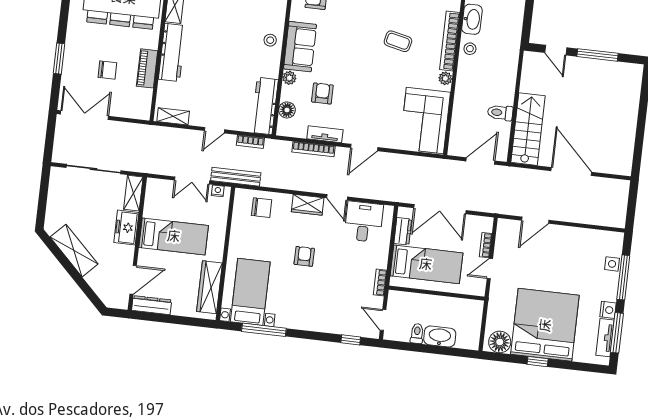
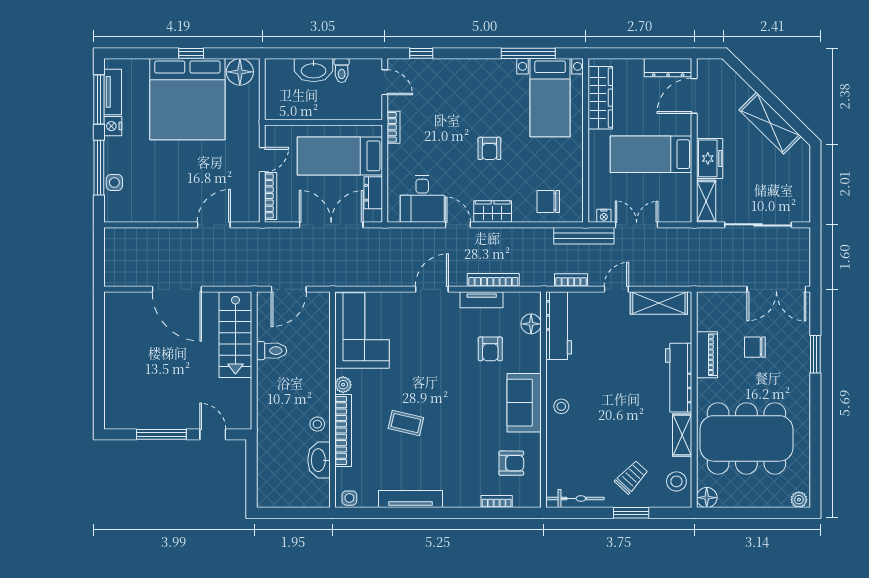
plant: (289, 78) -> (533, 363), removed
shelving: (173, 116) -> (659, 303), width x1.50, depth x1.33
bookcase: (486, 245) -> (271, 196), width x1.56

